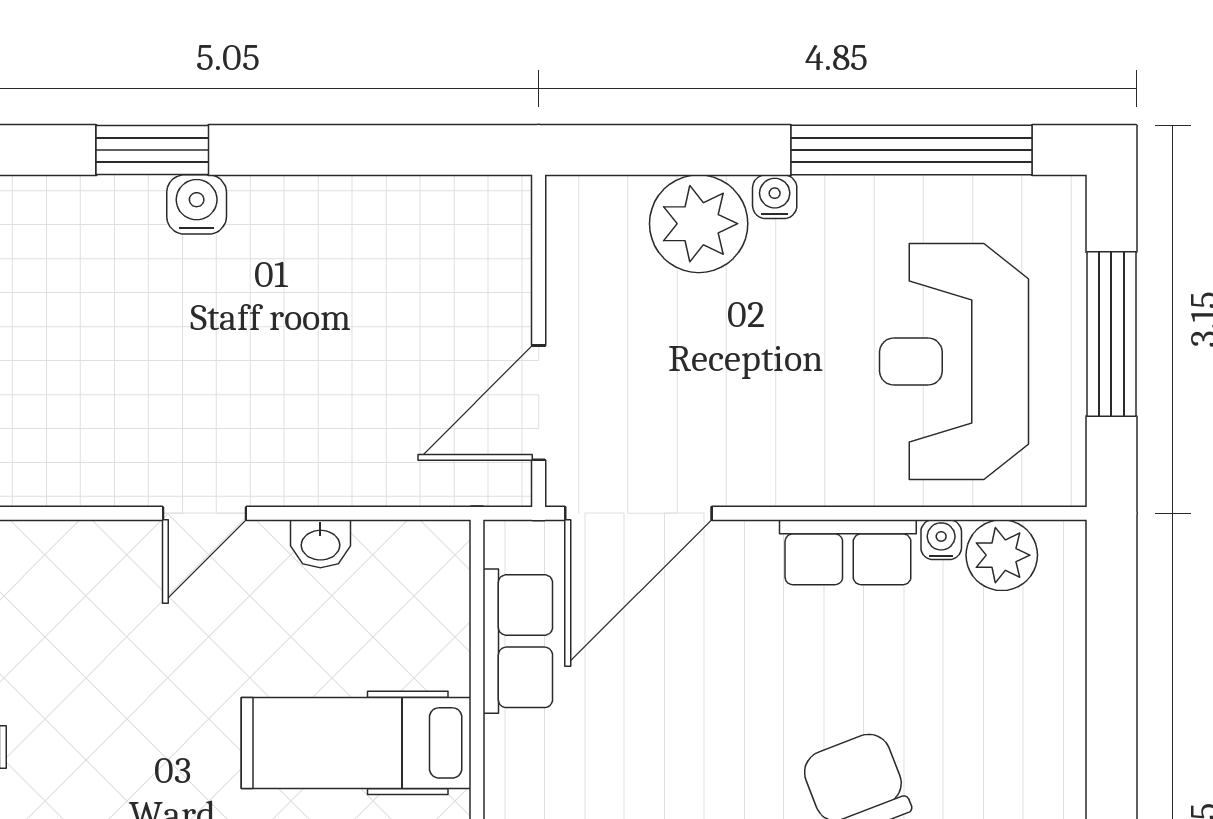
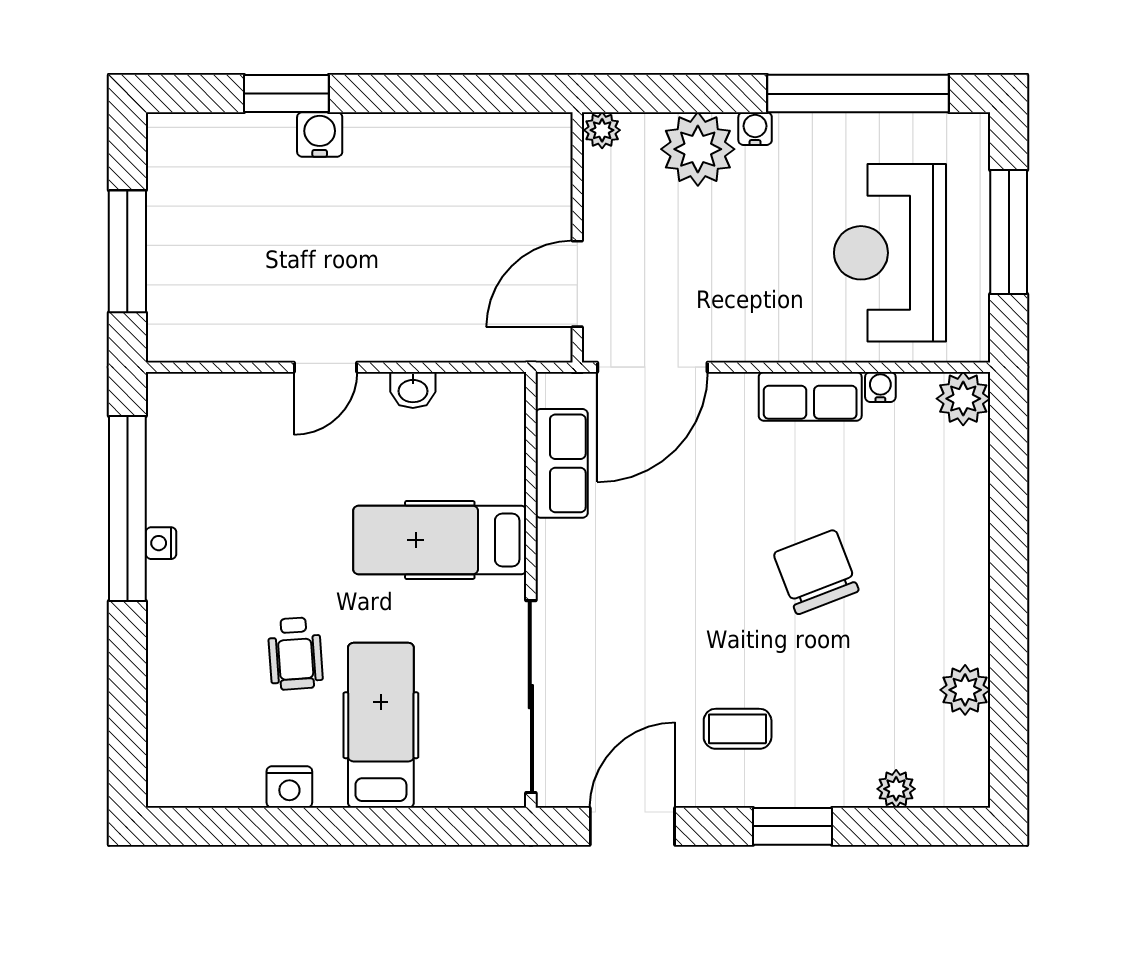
plant: (572, 199) -> (602, 130), added
plant: (1002, 555) -> (963, 399), moved

